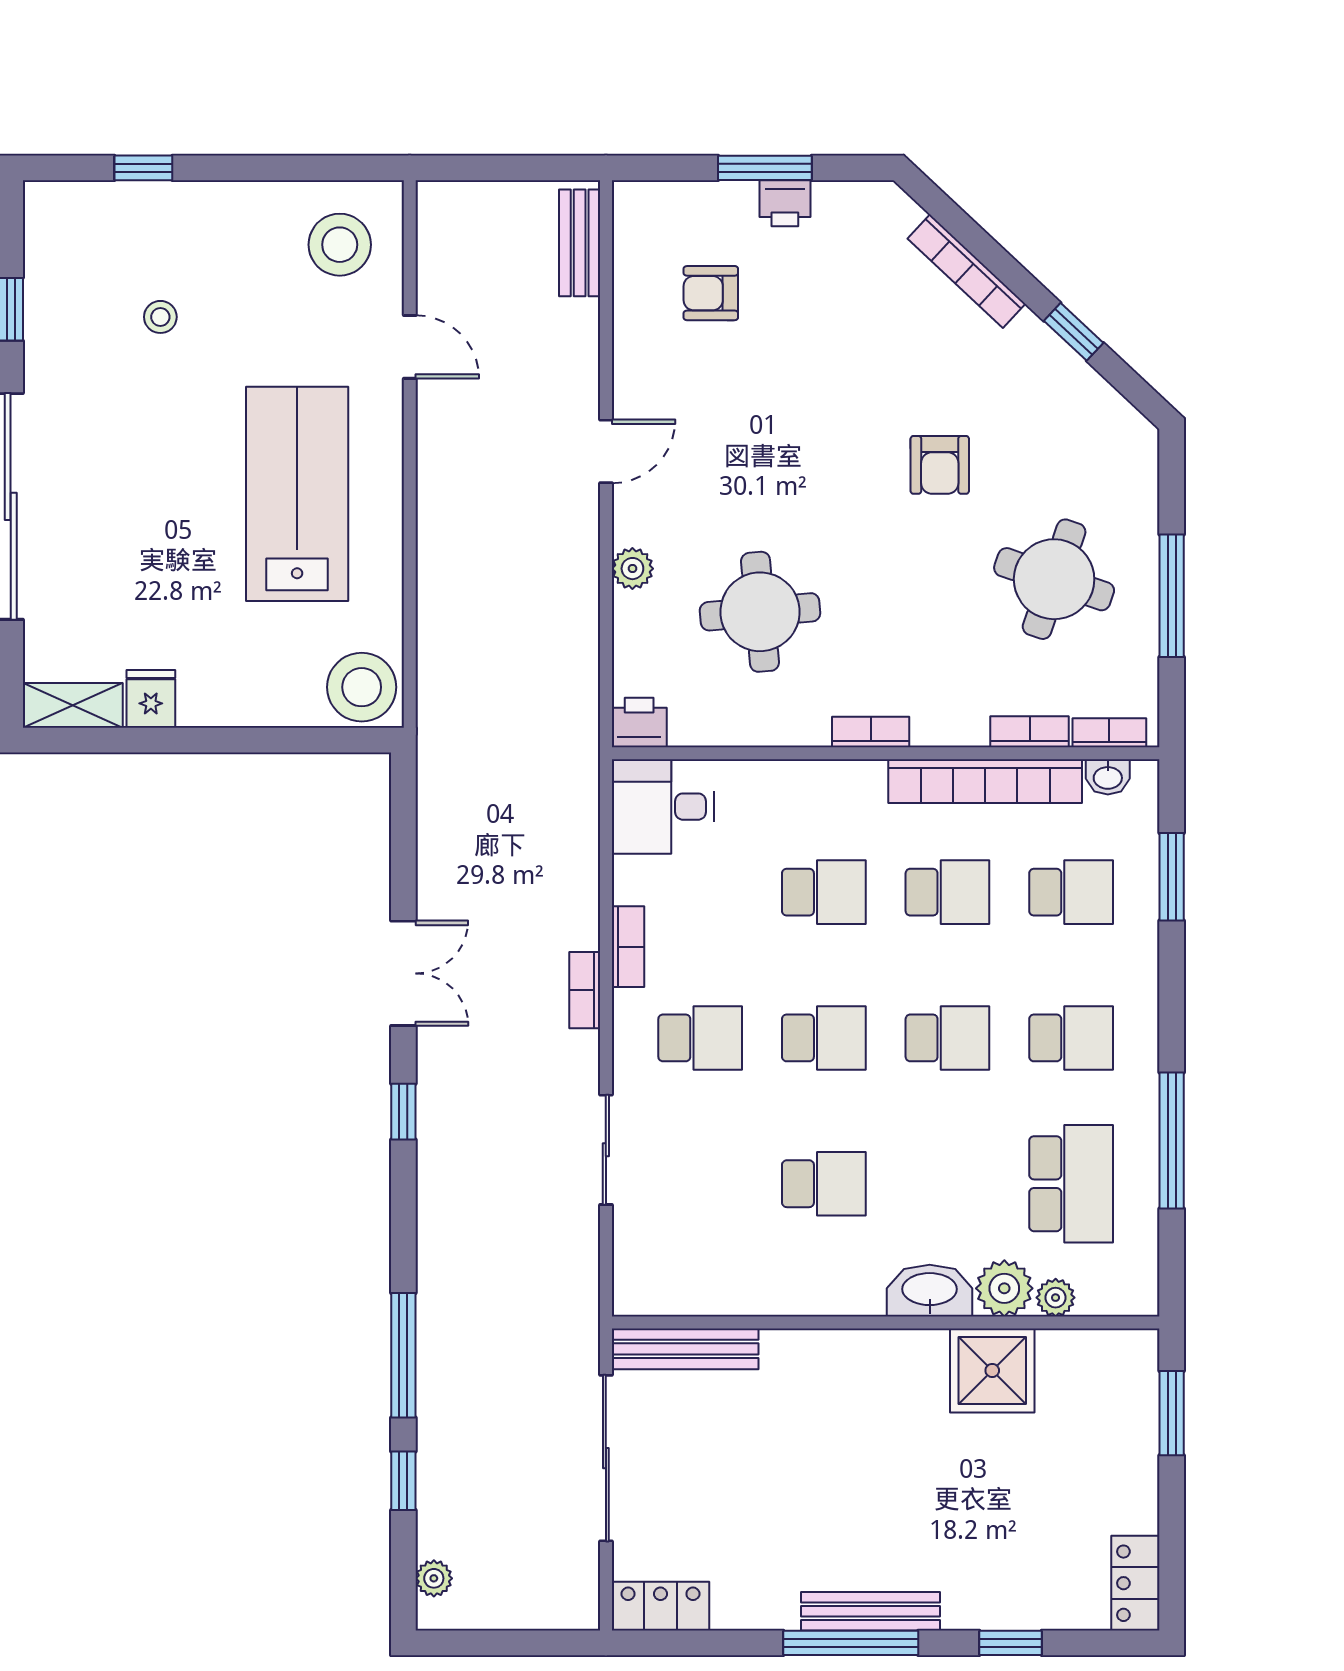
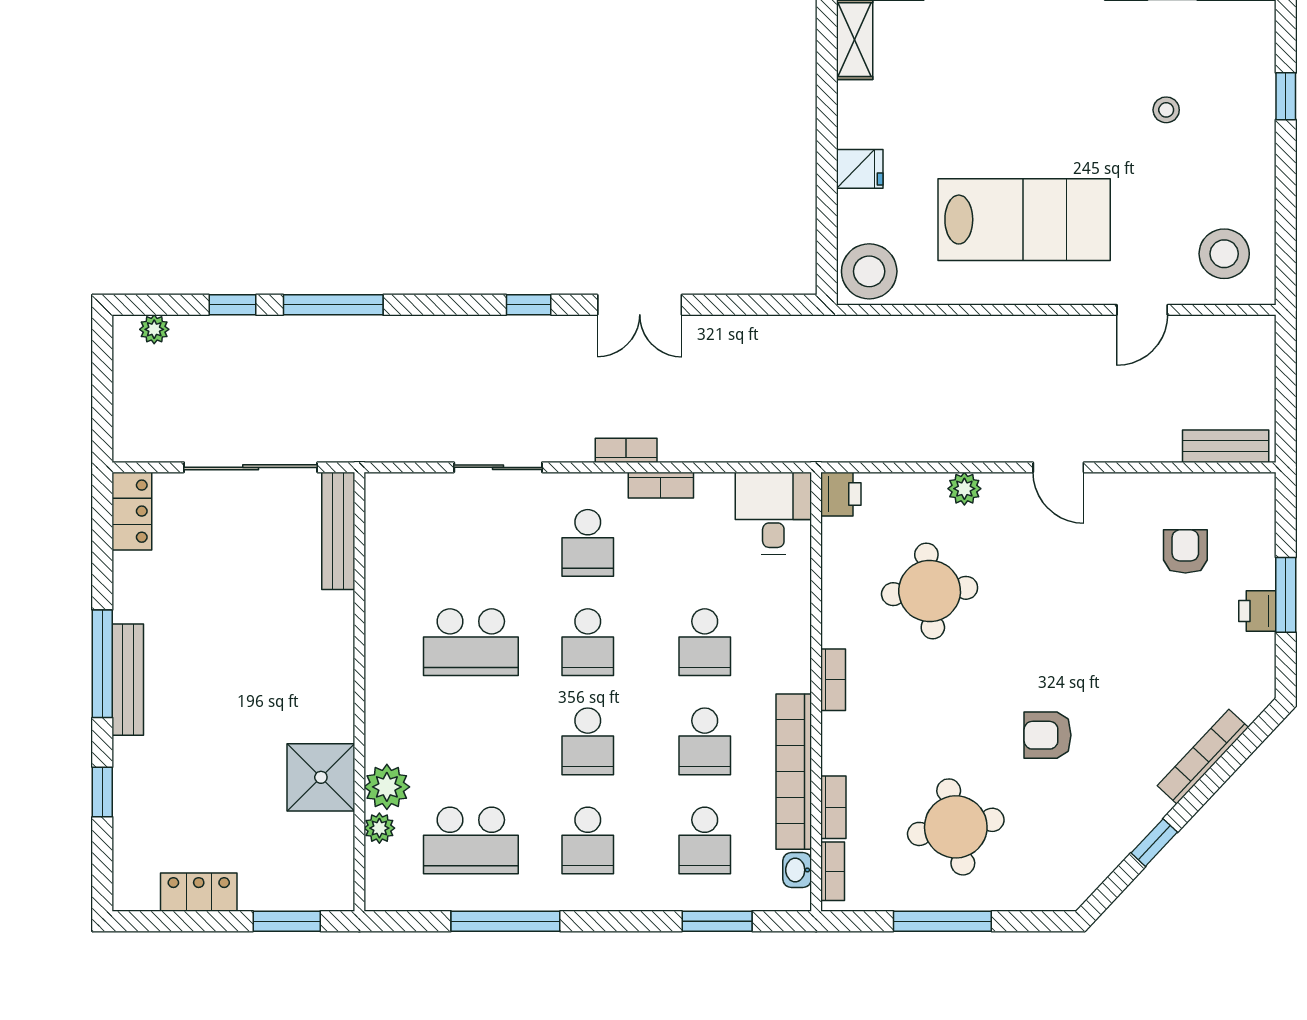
round table: (1054, 579) -> (956, 827), turned -30
fridge: (151, 699) -> (860, 169), moved
school desk: (824, 1184) -> (471, 642), width x1.85
washbasin: (930, 1291) -> (385, 727), removed
locker: (1135, 1583) -> (199, 892), moved

